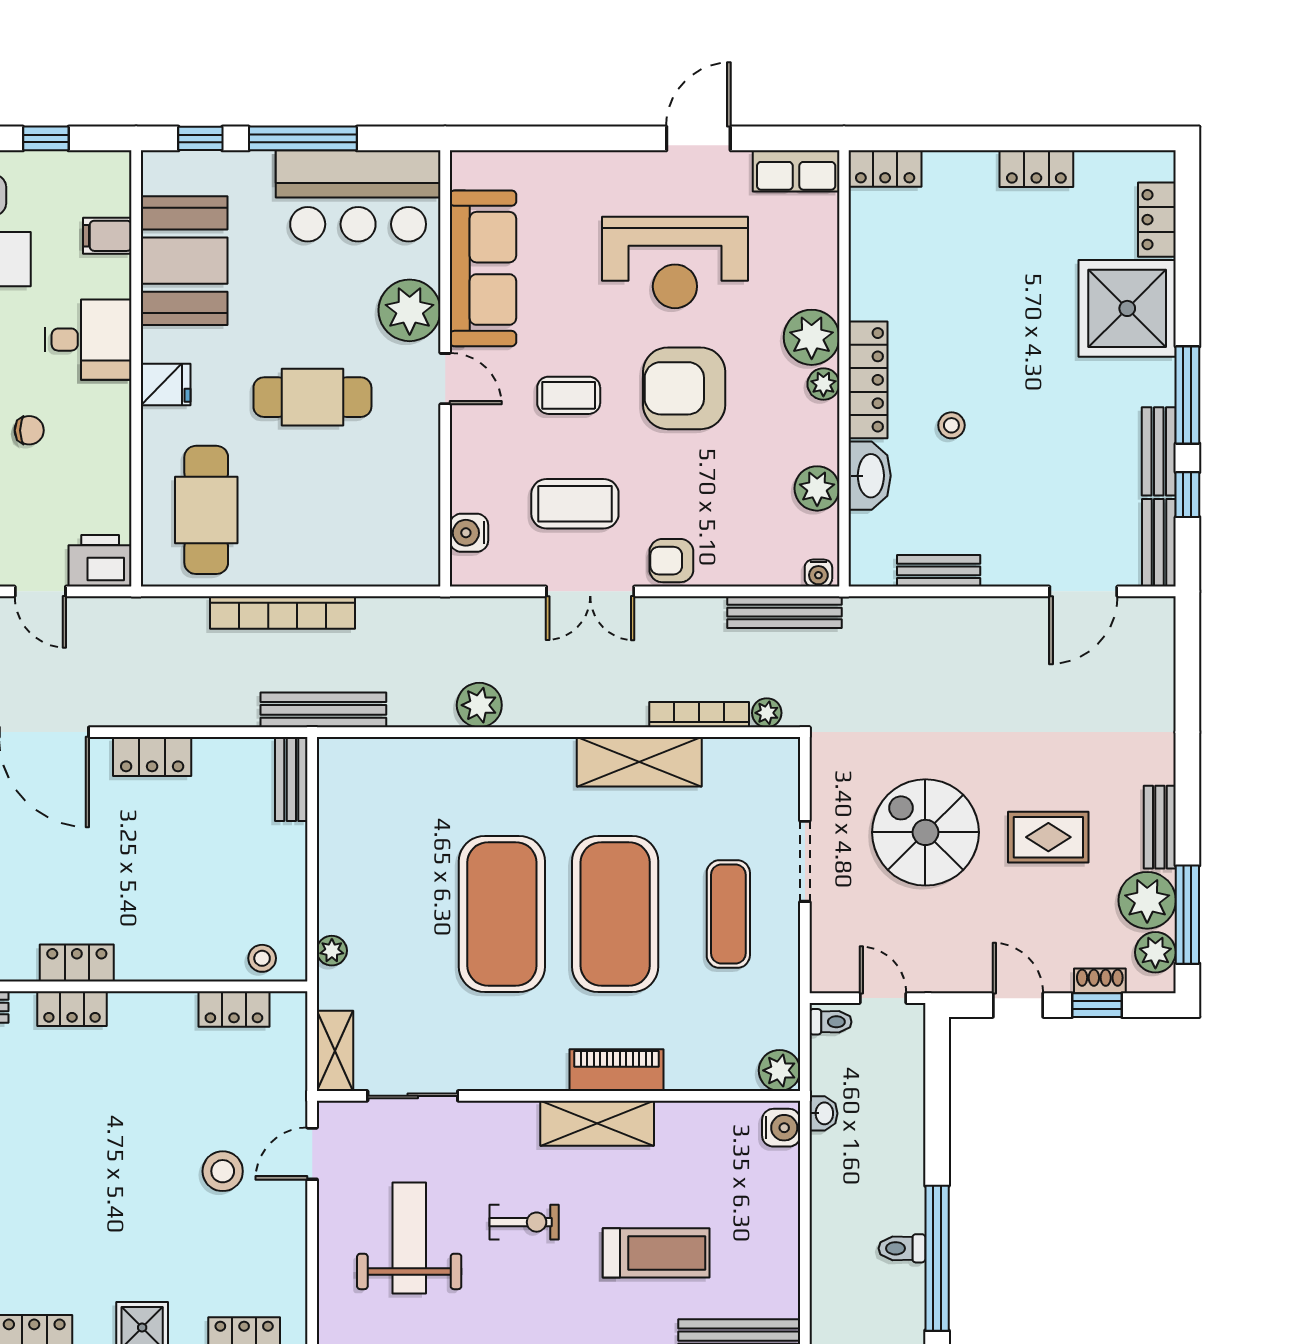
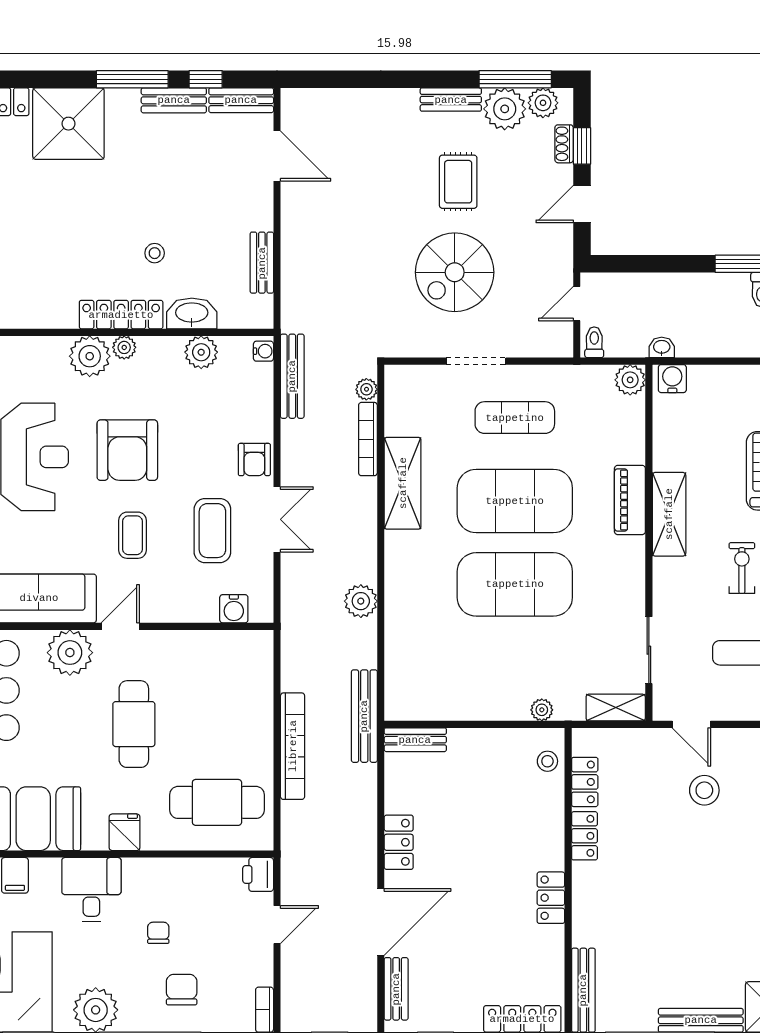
printer: (100, 561) -> (258, 874), width x0.73, depth x0.81
locker: (72, 1009) -> (584, 836), moved

